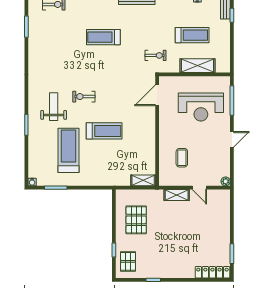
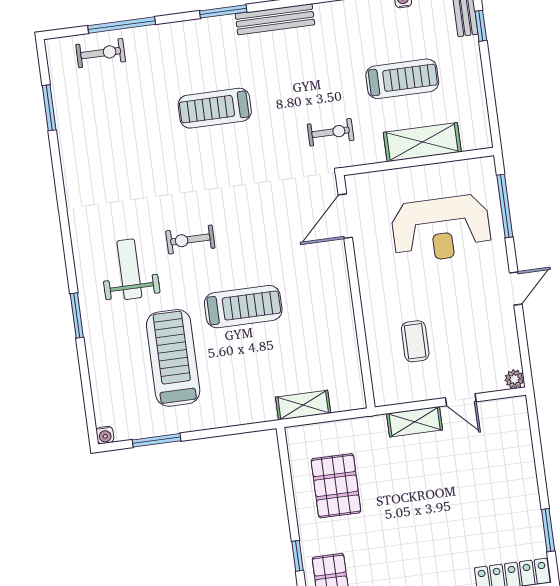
shelving: (143, 180) -> (303, 405), moved

